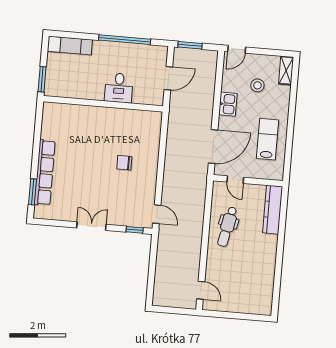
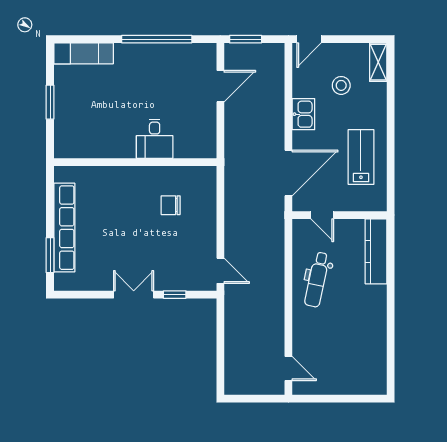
desk: (119, 88) -> (155, 139), moved
wall: (103, 104) -> (135, 162), moved
window: (135, 230) -> (175, 295), moved

